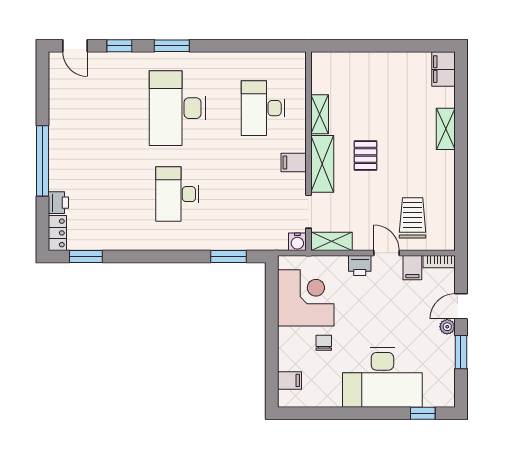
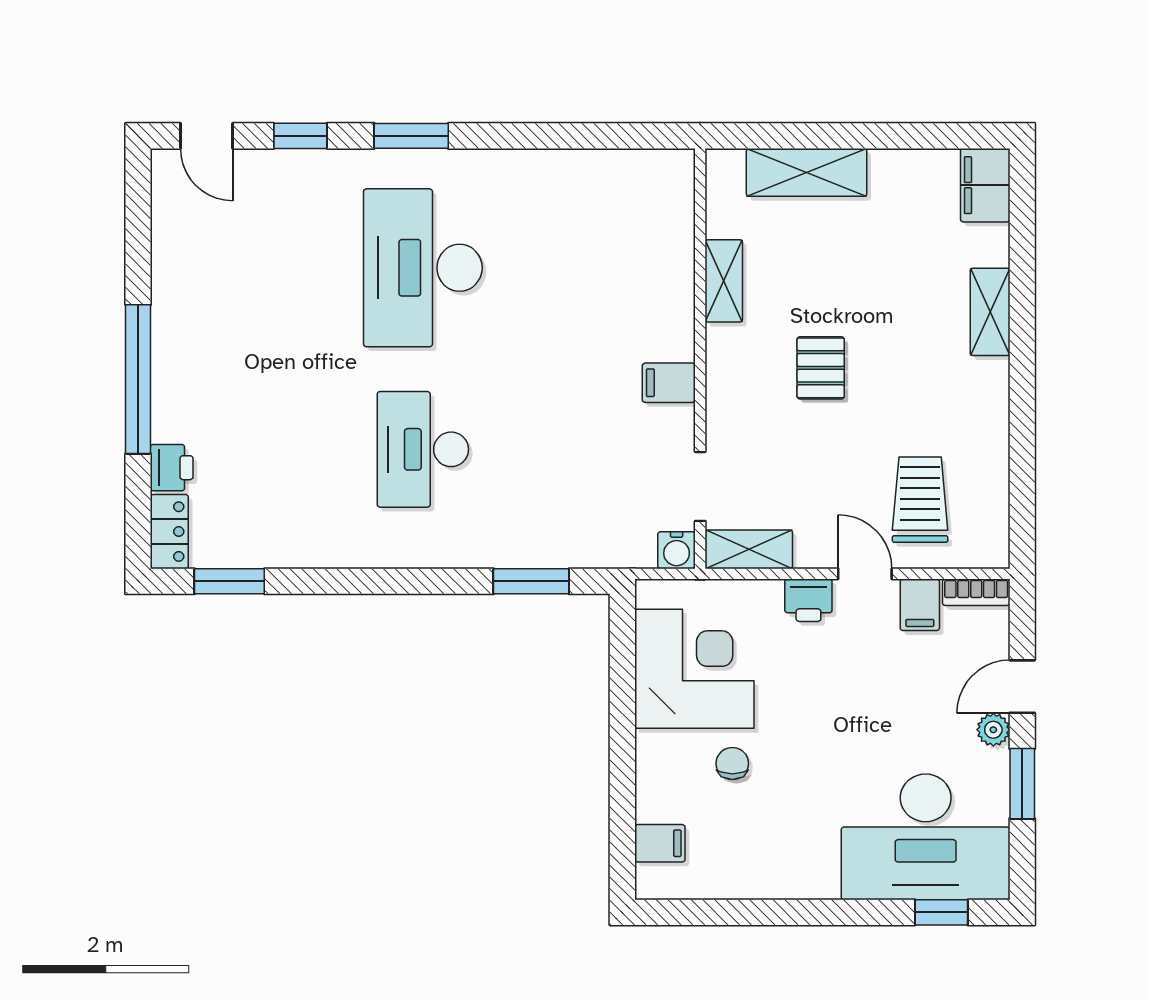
desk: (263, 108) -> (604, 268), removed
shelving: (322, 164) -> (807, 172), moved, turned 90
desk: (382, 377) -> (926, 837), moved

